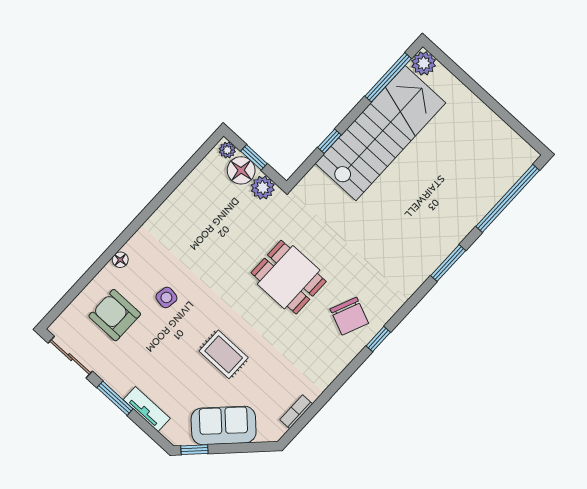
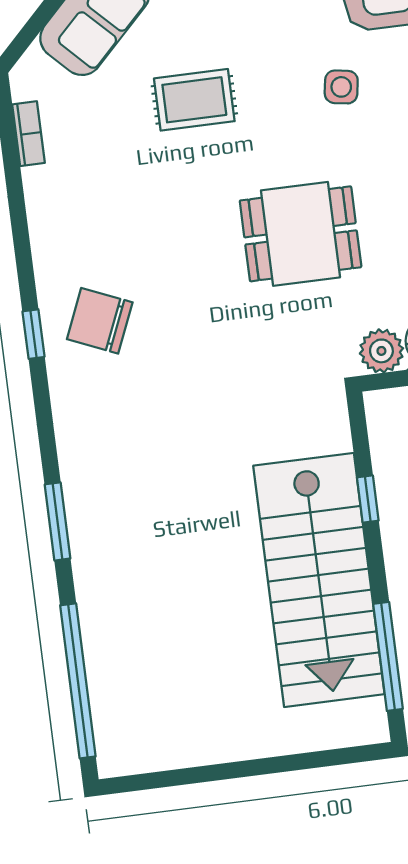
plant: (424, 63) -> (366, 723), removed
dining table: (289, 277) -> (301, 234), moved

